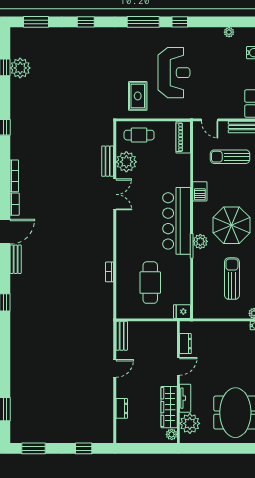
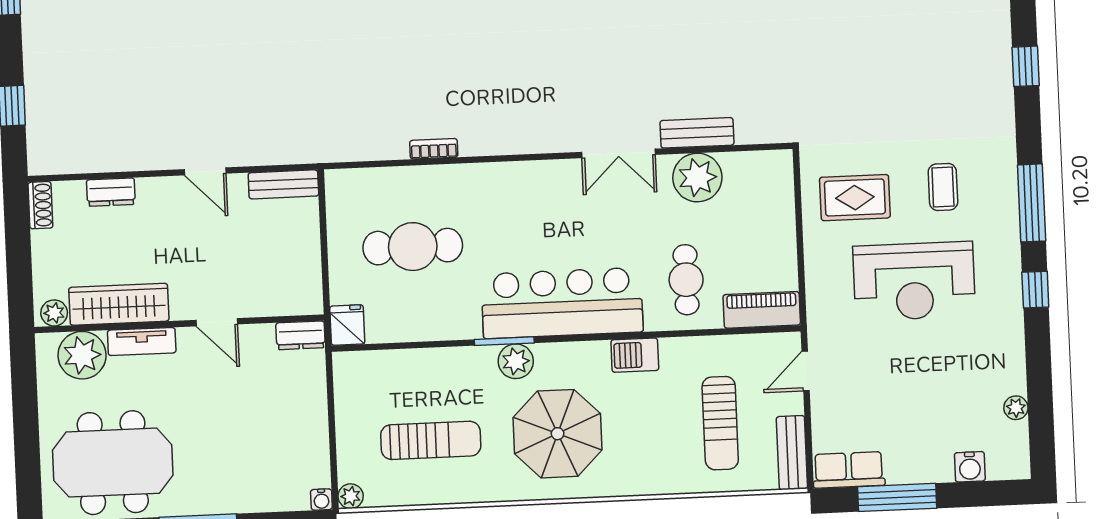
coffee table: (135, 59) -> (943, 187), added
cafe table: (139, 135) -> (686, 280), moved
sun lounger: (230, 157) -> (720, 423), turned 180
dresser: (185, 344) -> (301, 335), moved
shoe rack: (126, 438) -> (40, 205), added

